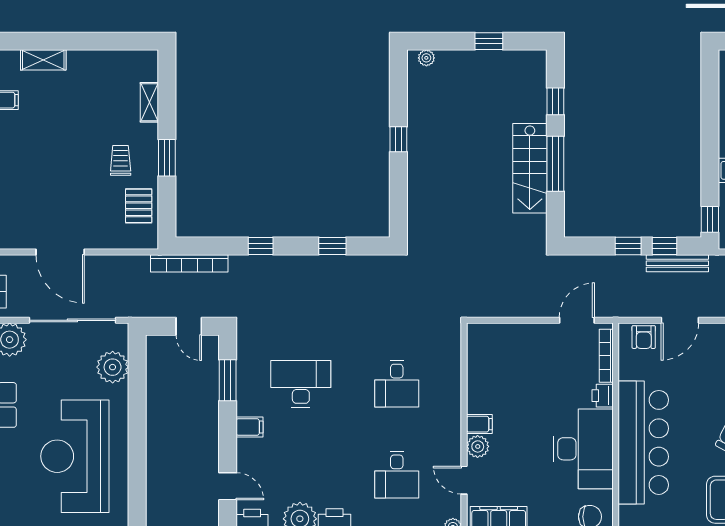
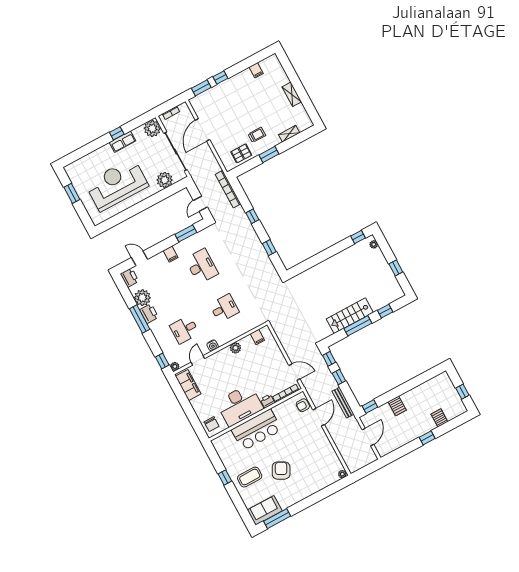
shelving: (43, 60) -> (292, 94), moved
window: (398, 139) -> (358, 237), moved
window: (664, 246) -> (329, 359), moved
door: (680, 320) -> (319, 417), swing flipped
desk: (397, 384) -> (224, 308), turned 180
filing cabinet: (479, 424) -> (257, 337), moved
water cooler: (452, 440) -> (213, 345), added
bar counter: (643, 442) -> (257, 430), width x0.73
plant: (478, 446) -> (235, 348), moved
door: (228, 486) -> (140, 258), swing flipped

